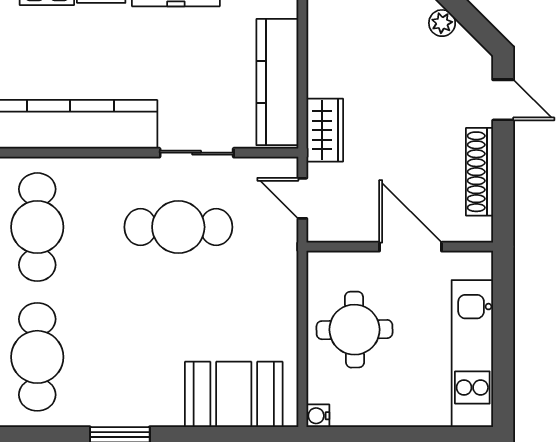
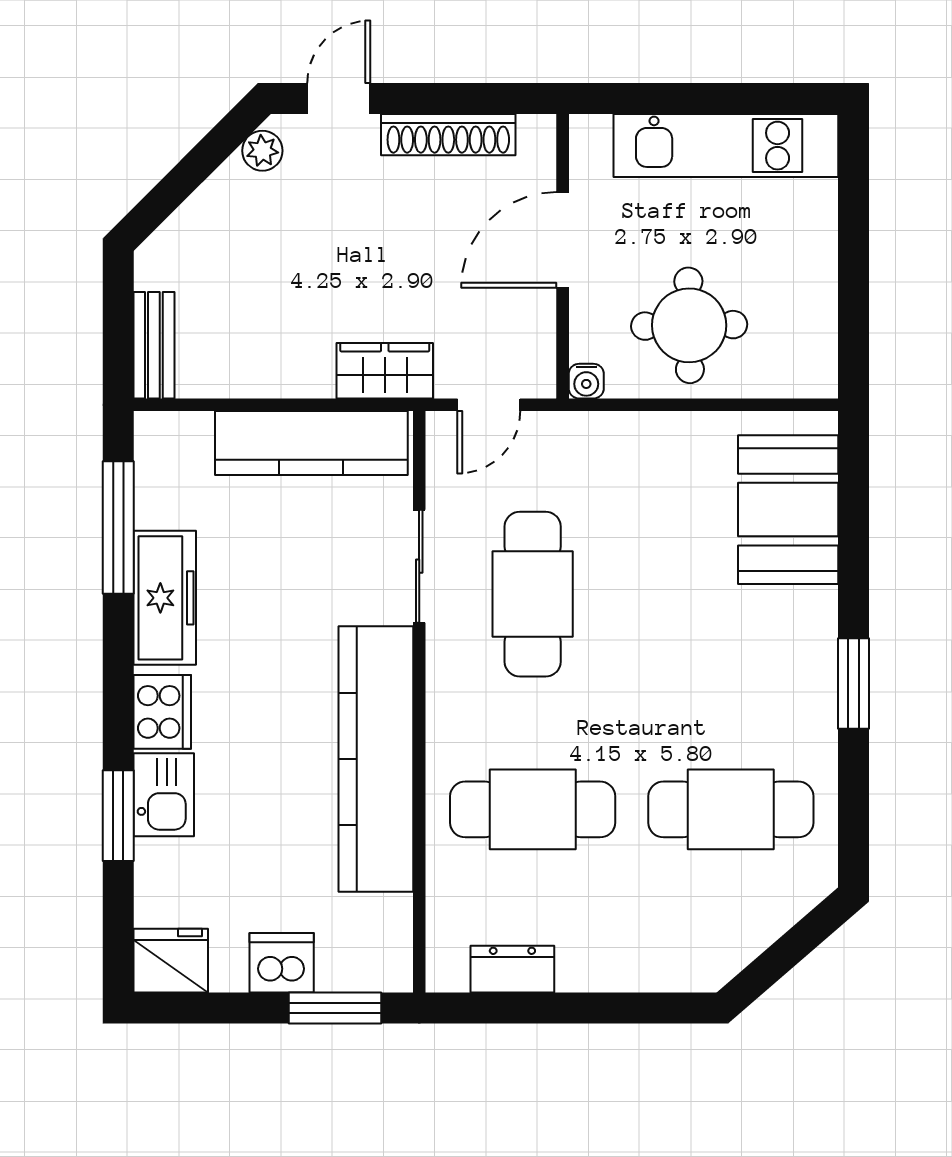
plant: (442, 23) -> (262, 151), moved
water cooler: (318, 416) -> (586, 381), moved

